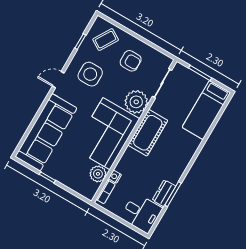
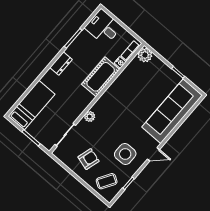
armchair: (131, 61) -> (89, 159), turned 106
plant: (136, 102) -> (90, 116), width x0.53, depth x0.53
cot: (148, 133) -> (101, 77), moved
corner sofa: (106, 134) -> (121, 101), removed
plant: (98, 174) -> (145, 55), moved
dresser: (164, 193) -> (61, 63), moved

